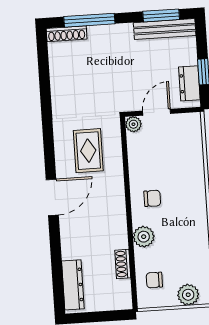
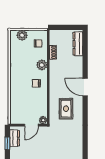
door: (52, 197) -> (85, 87), hinge flipped

